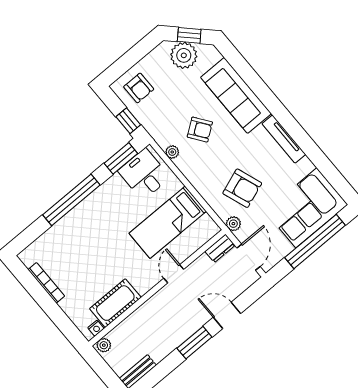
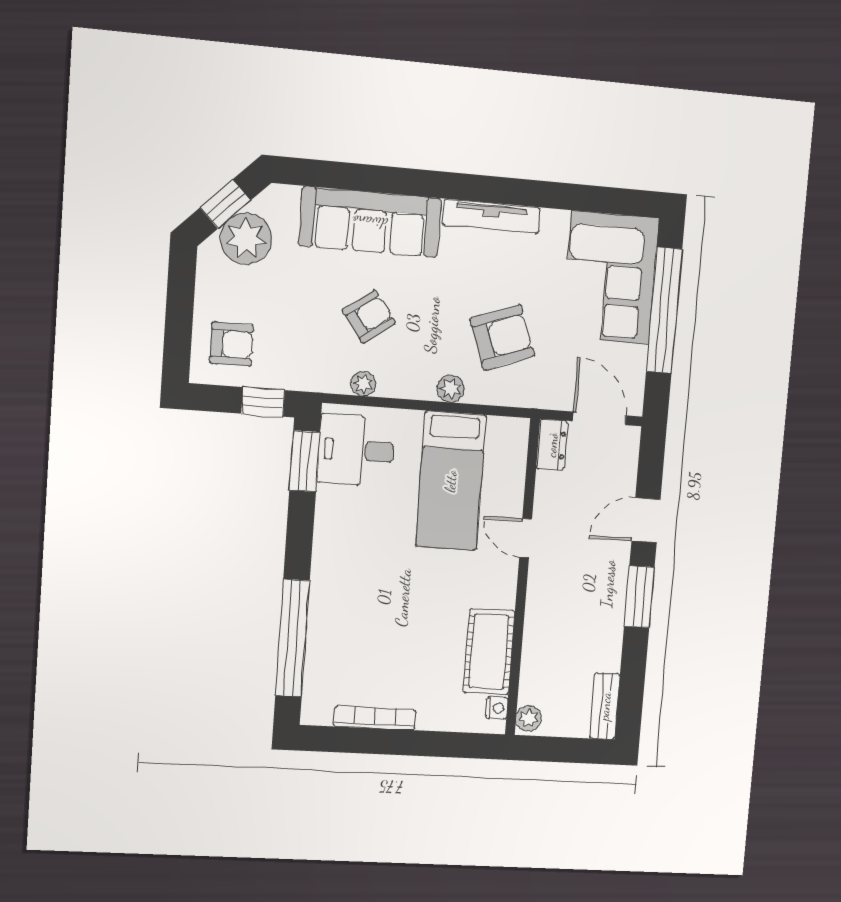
window: (71, 200) -> (292, 638), moved
plant: (233, 224) -> (451, 389), moved

